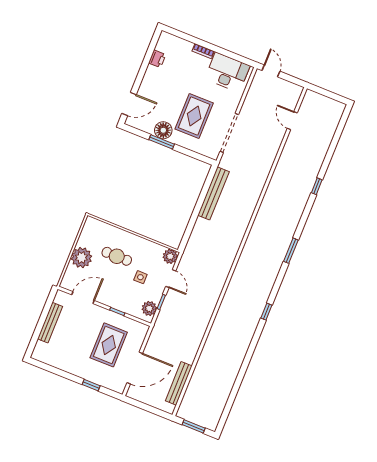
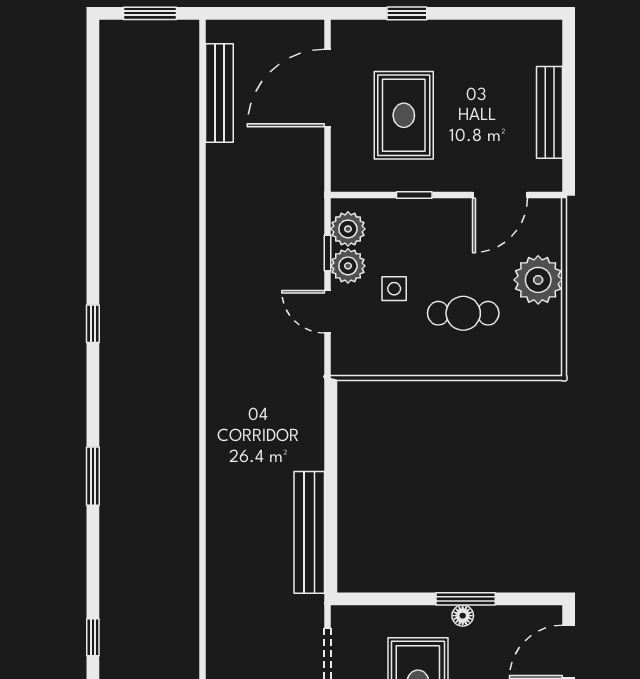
floor lamp: (163, 130) -> (463, 616), width x0.53, depth x0.53
plant: (170, 256) -> (348, 266), moved

